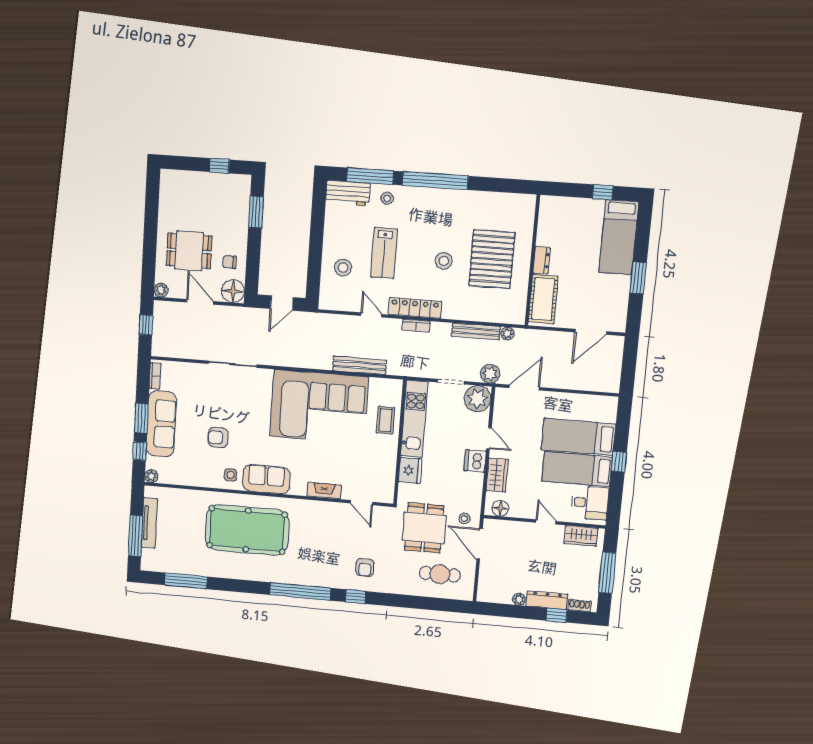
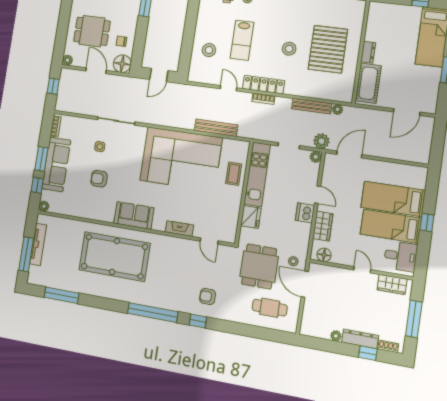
plant: (477, 399) -> (316, 157), width x0.53, depth x0.53
side table: (230, 475) -> (100, 147), moved
armchair: (365, 567) -> (208, 296), turned 90

